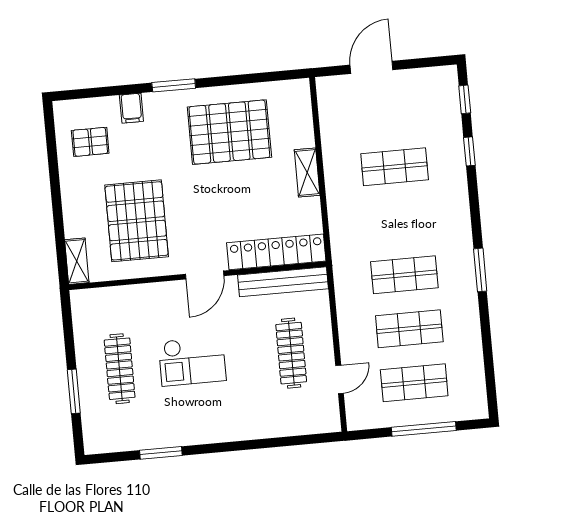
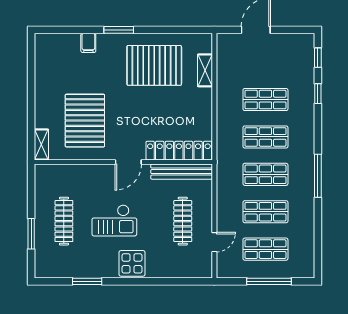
pallet: (90, 142) -> (58, 63), removed
shelving: (307, 172) -> (205, 70), moved
shop shelf: (399, 221) -> (265, 137), added
window: (480, 270) -> (318, 176), width x1.44
display table: (223, 421) -> (132, 263), added

